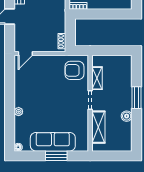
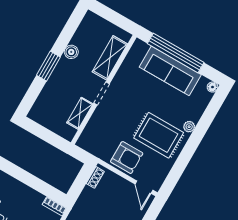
door: (25, 54) -> (144, 187), swing flipped
armchair: (74, 70) -> (127, 158), moved
rug: (36, 94) -> (159, 135), added
window: (56, 156) -> (176, 53), width x2.11

